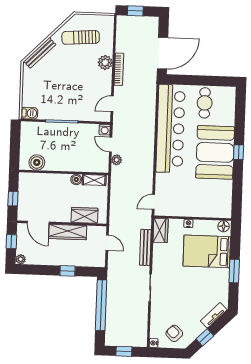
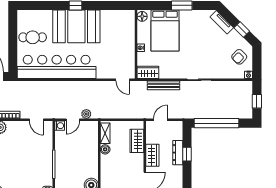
wardrobe: (68, 232) -> (152, 155), width x0.67
dresser: (70, 261) -> (178, 153), added

